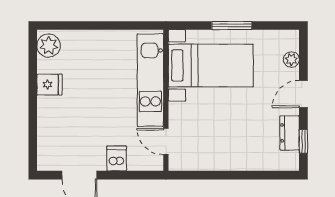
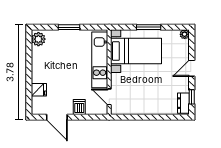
window: (99, 26) -> (69, 27), added
plant: (291, 60) -> (185, 34), moved
fridge: (49, 85) -> (39, 90), moved
dresser: (290, 133) -> (183, 103), moved

